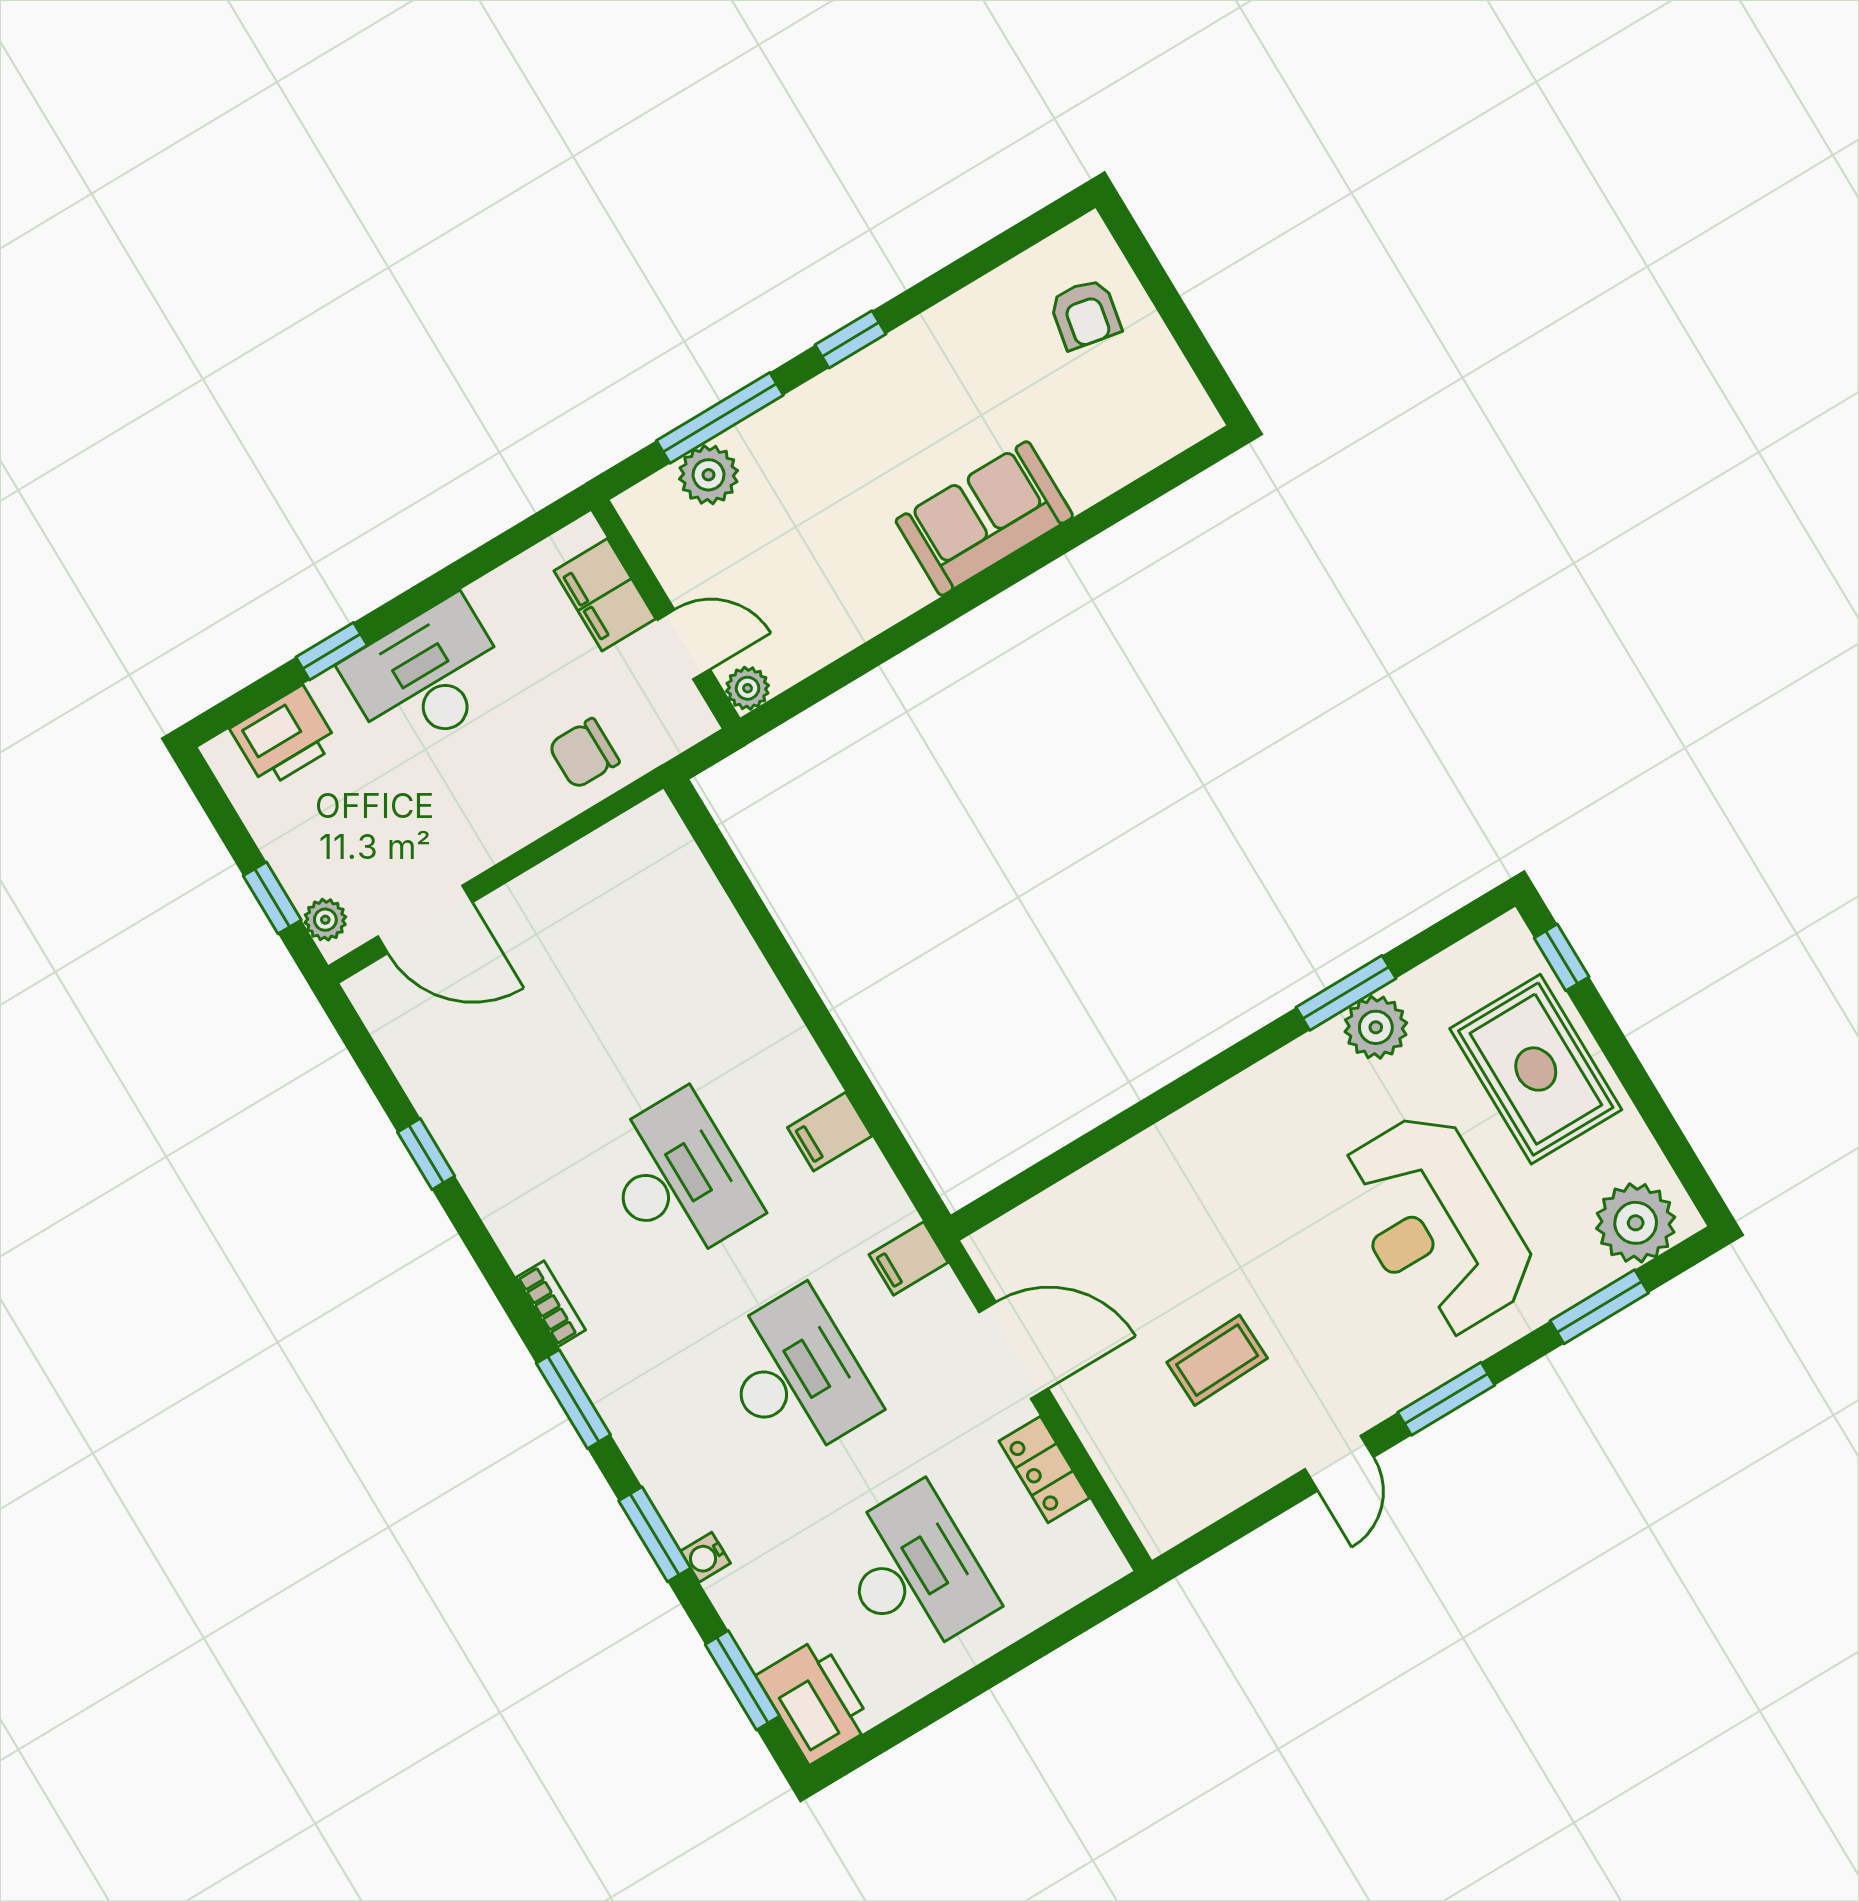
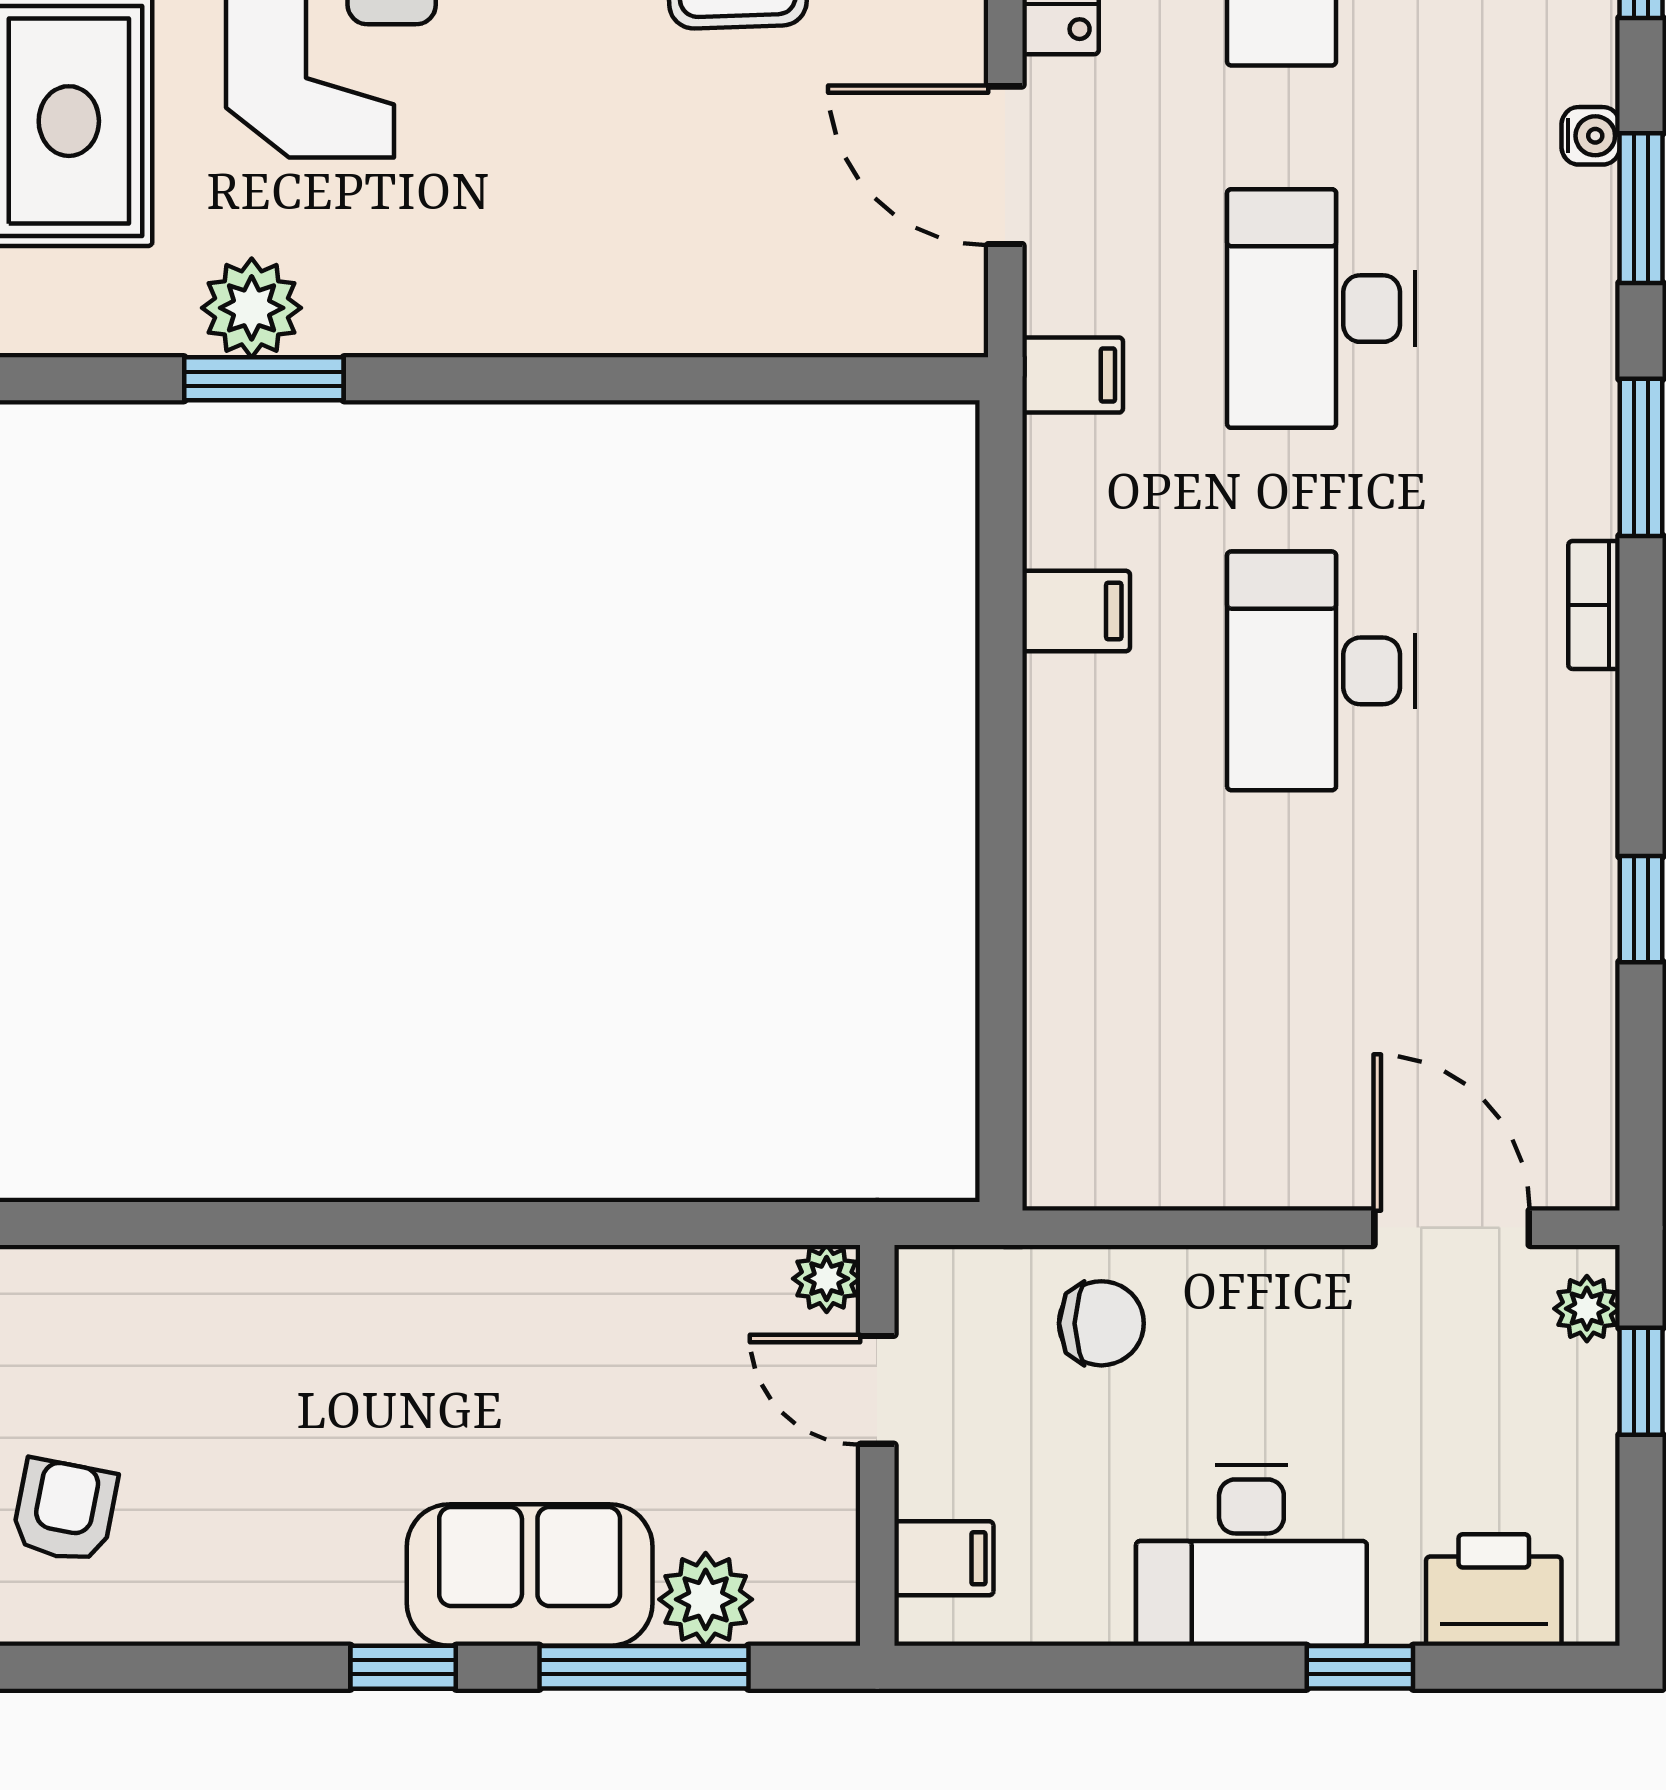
sofa: (984, 518) -> (530, 1575), moved, turned 180
filing cabinet: (605, 595) -> (944, 1558), width x0.50

